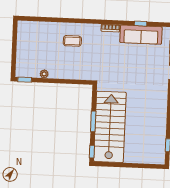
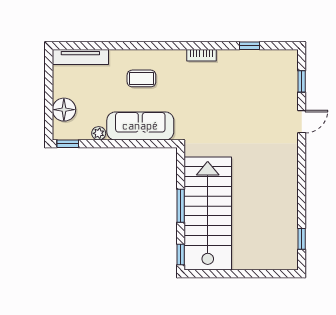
tv unit: (35, 26) -> (80, 57), added
sofa: (141, 35) -> (140, 126), moved, turned 180
floor lamp: (23, 58) -> (64, 110), added

